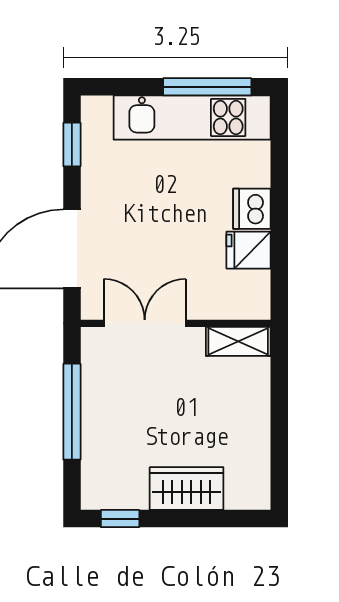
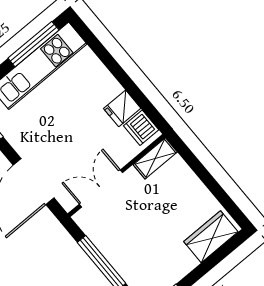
dishwasher: (252, 209) -> (141, 128), moved
wardrobe: (187, 489) -> (211, 237), moved

